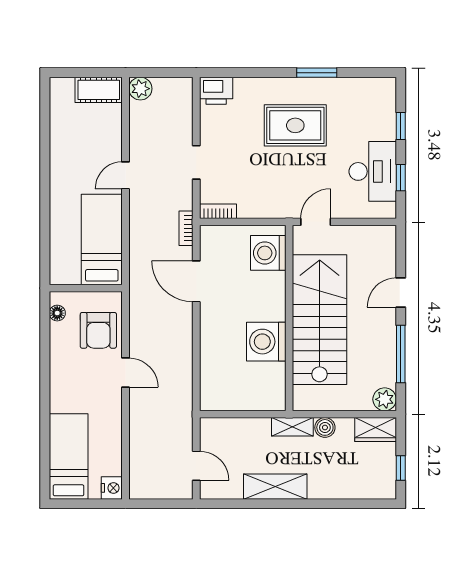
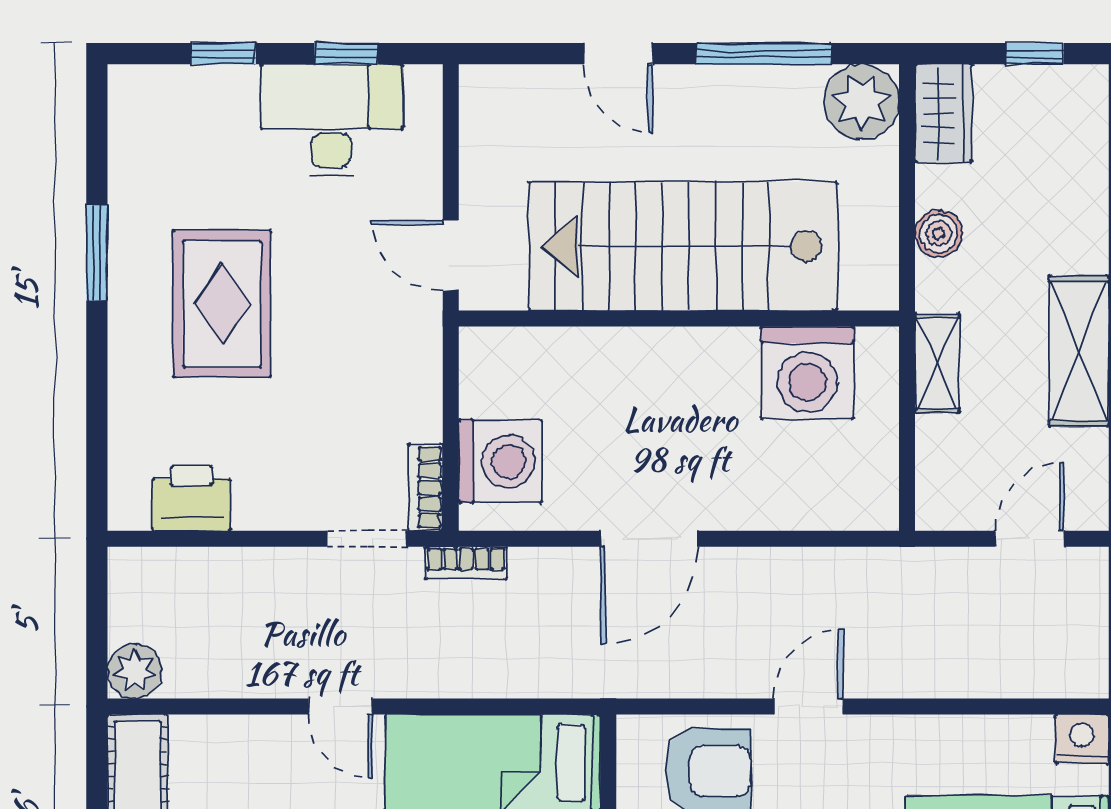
printer: (216, 91) -> (191, 498), moved, turned -90
doorway: (196, 162) -> (367, 539), moved
washing machine: (268, 253) -> (500, 461), moved, turned -90
door: (196, 281) -> (649, 539), moved
washing machine: (266, 342) -> (807, 373), moved
plant: (385, 399) -> (862, 102), width x1.36, depth x1.36
shelving: (292, 427) -> (937, 363), moved

